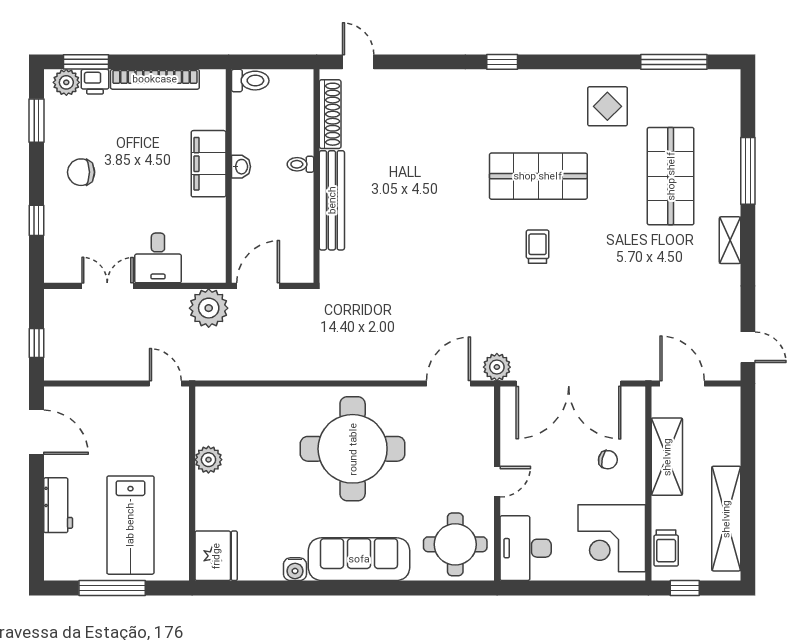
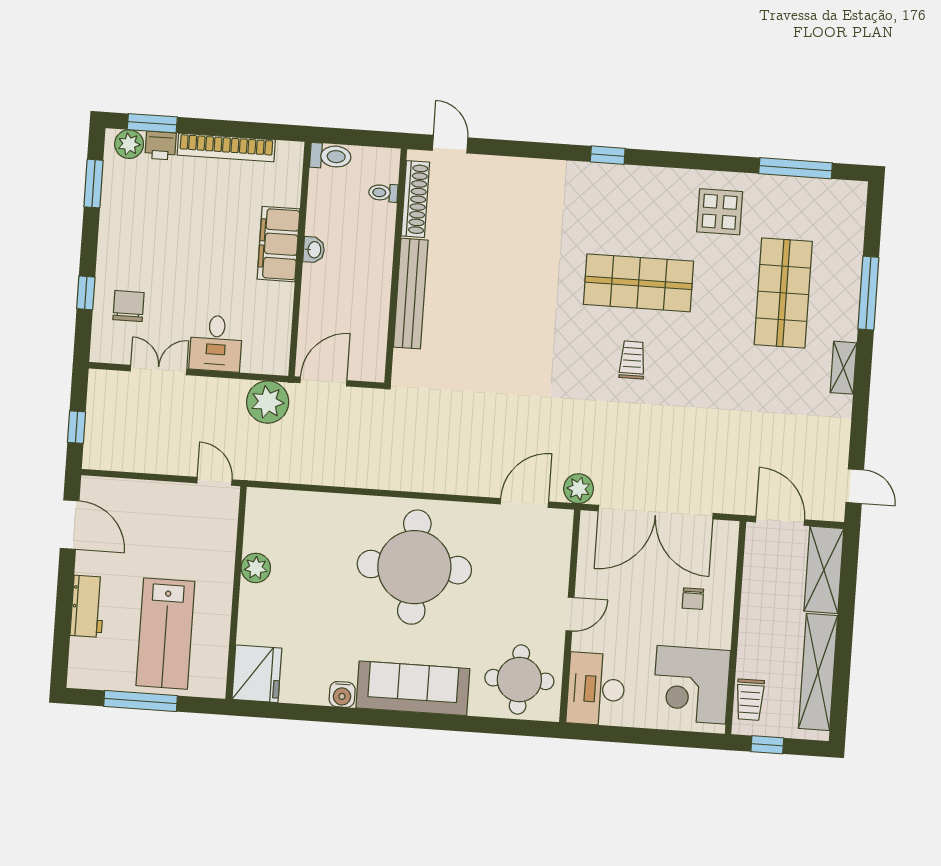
toilet: (300, 164) -> (383, 193), moved
chair: (81, 172) -> (128, 306), moved, turned 90
shelving: (667, 457) -> (824, 570), moved
chair: (608, 460) -> (693, 599), turned 77

